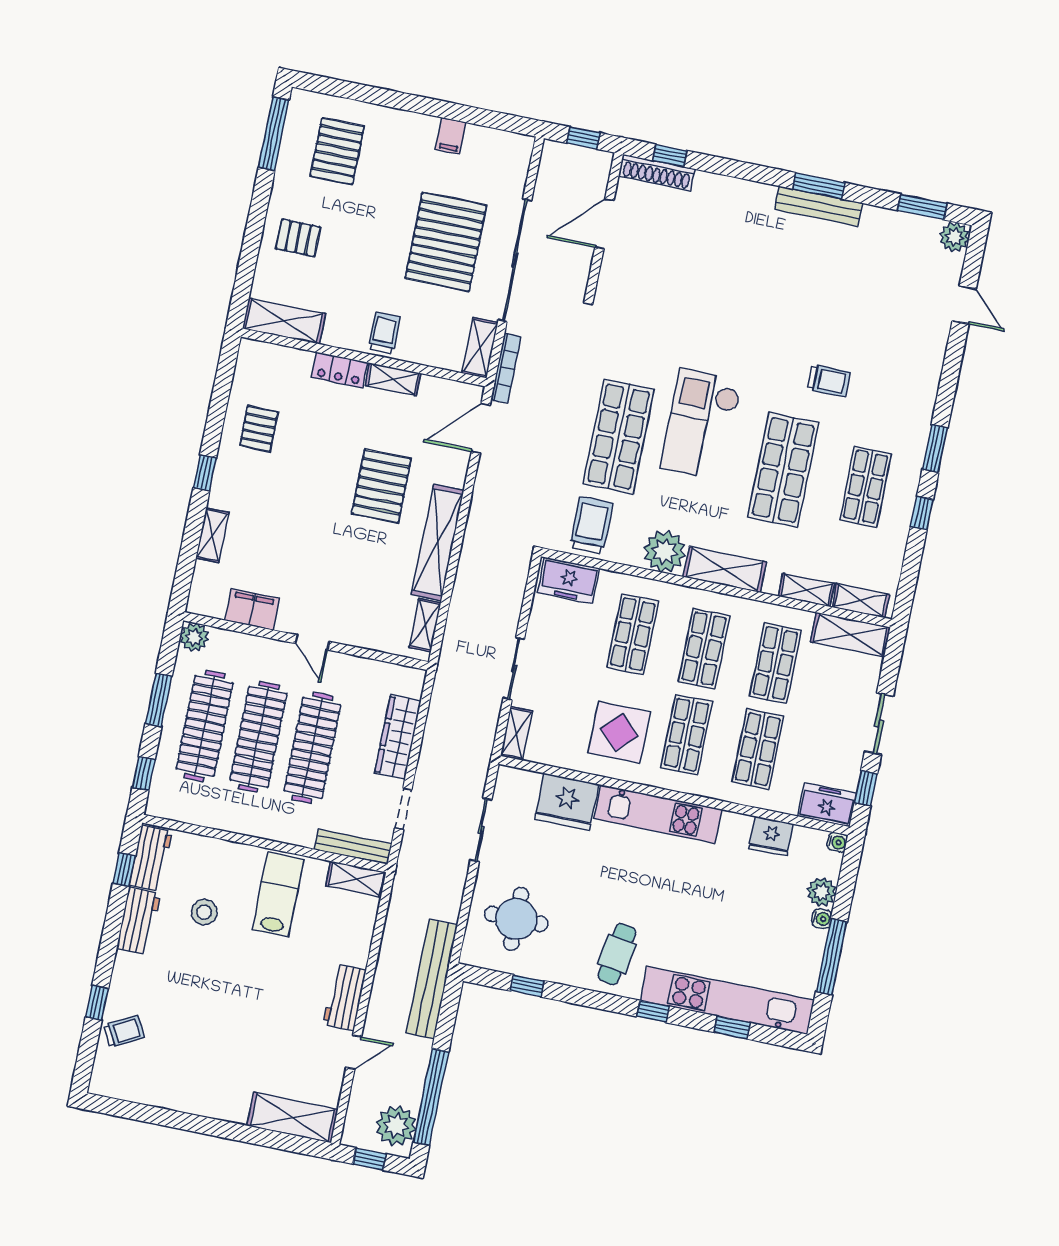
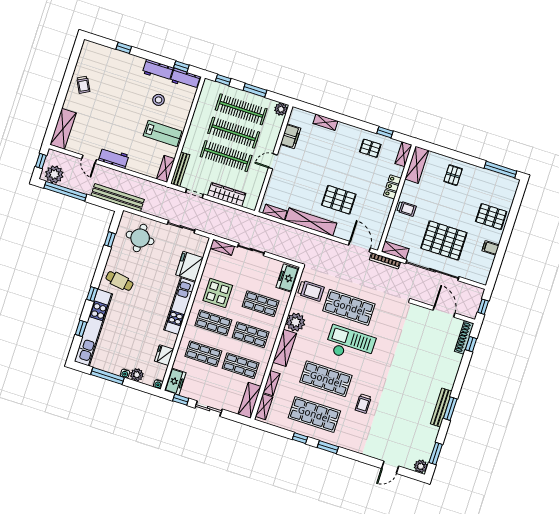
pallet: (337, 151) -> (491, 217), moved
shelving: (393, 379) -> (404, 154), moved
window: (205, 473) -> (385, 132), moved
shop shelf: (866, 487) -> (314, 414), width x1.43, depth x1.36
trolley: (124, 1031) -> (83, 85), moved

